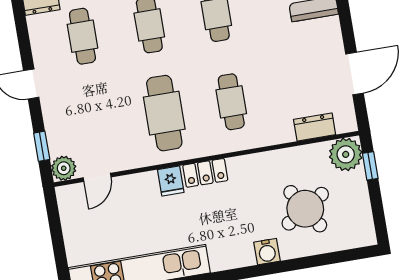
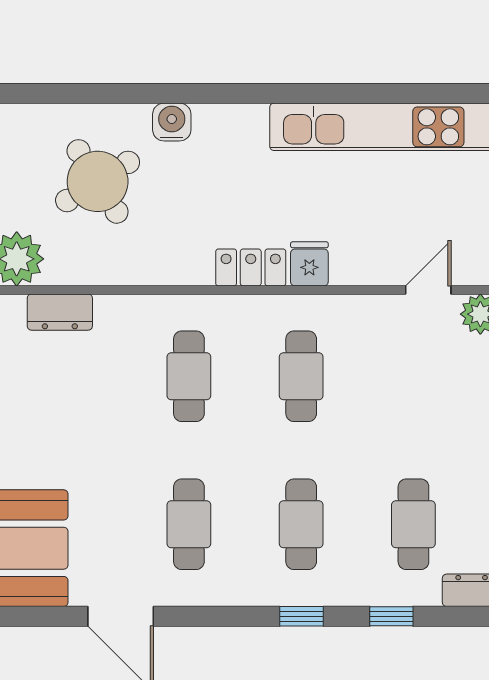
cafe table: (164, 113) -> (301, 376), width x0.73, depth x0.74

